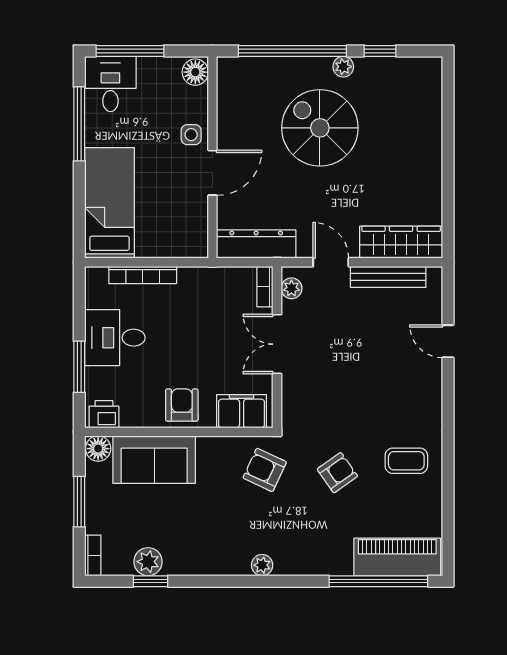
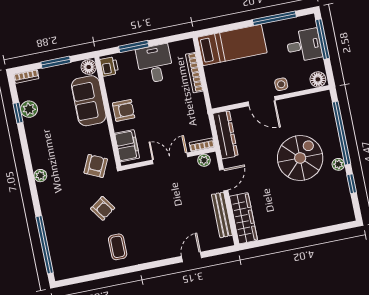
desk: (110, 84) -> (304, 45), moved
piano: (397, 557) -> (61, 253), removed

